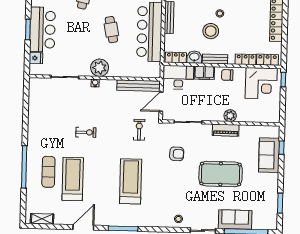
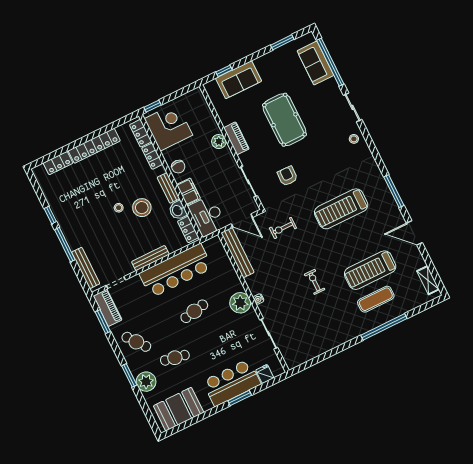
sofa: (235, 220) -> (315, 63), moved

